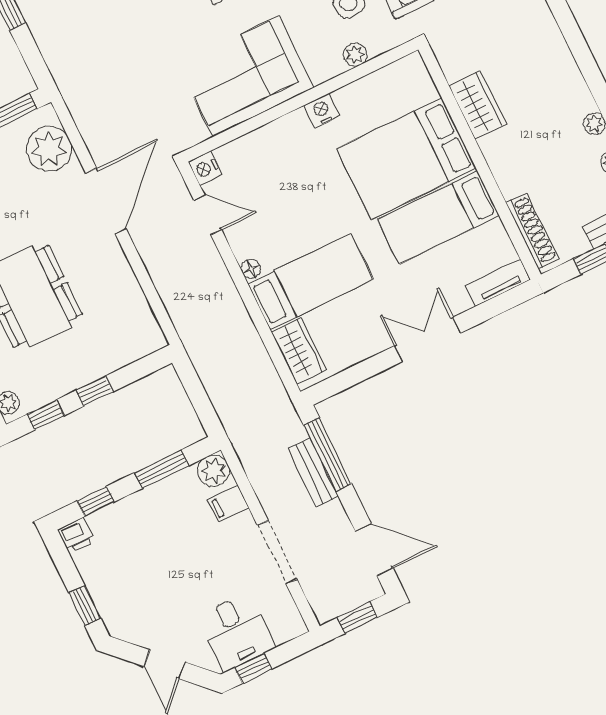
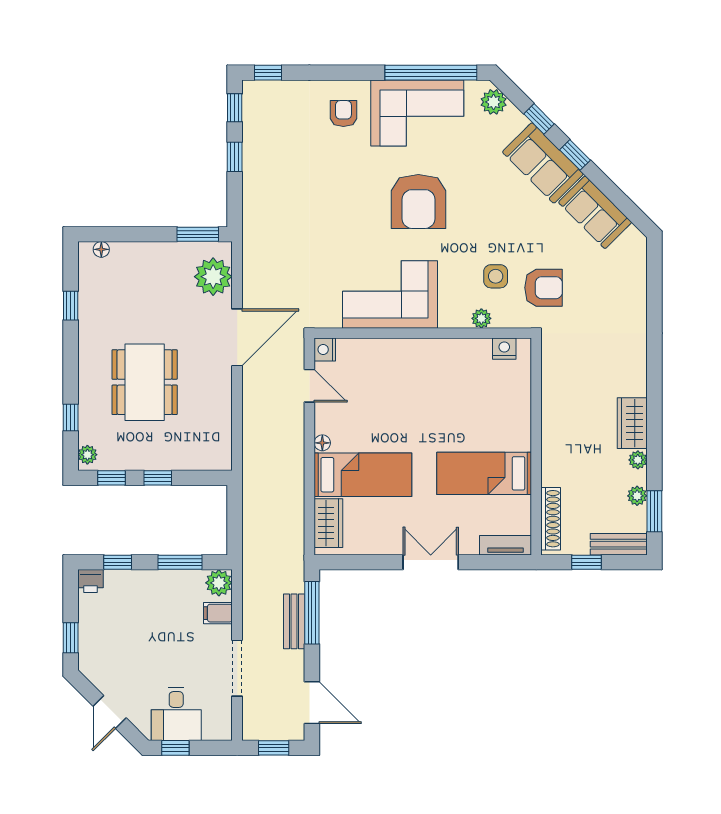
wardrobe: (478, 105) -> (632, 423), moved, turned 180
nightstand: (322, 111) -> (504, 349), moved
bed: (406, 159) -> (482, 417), removed

